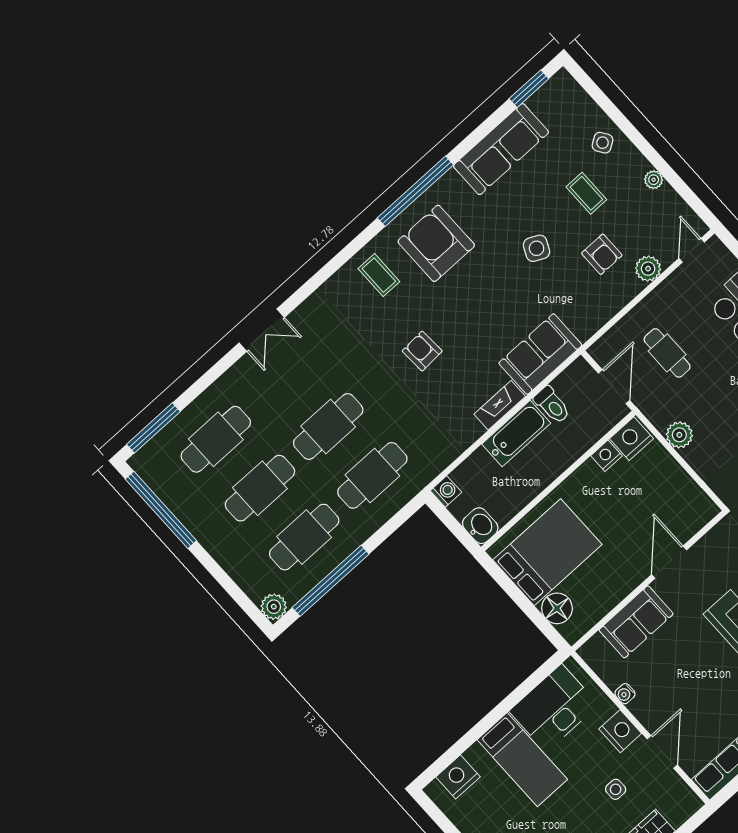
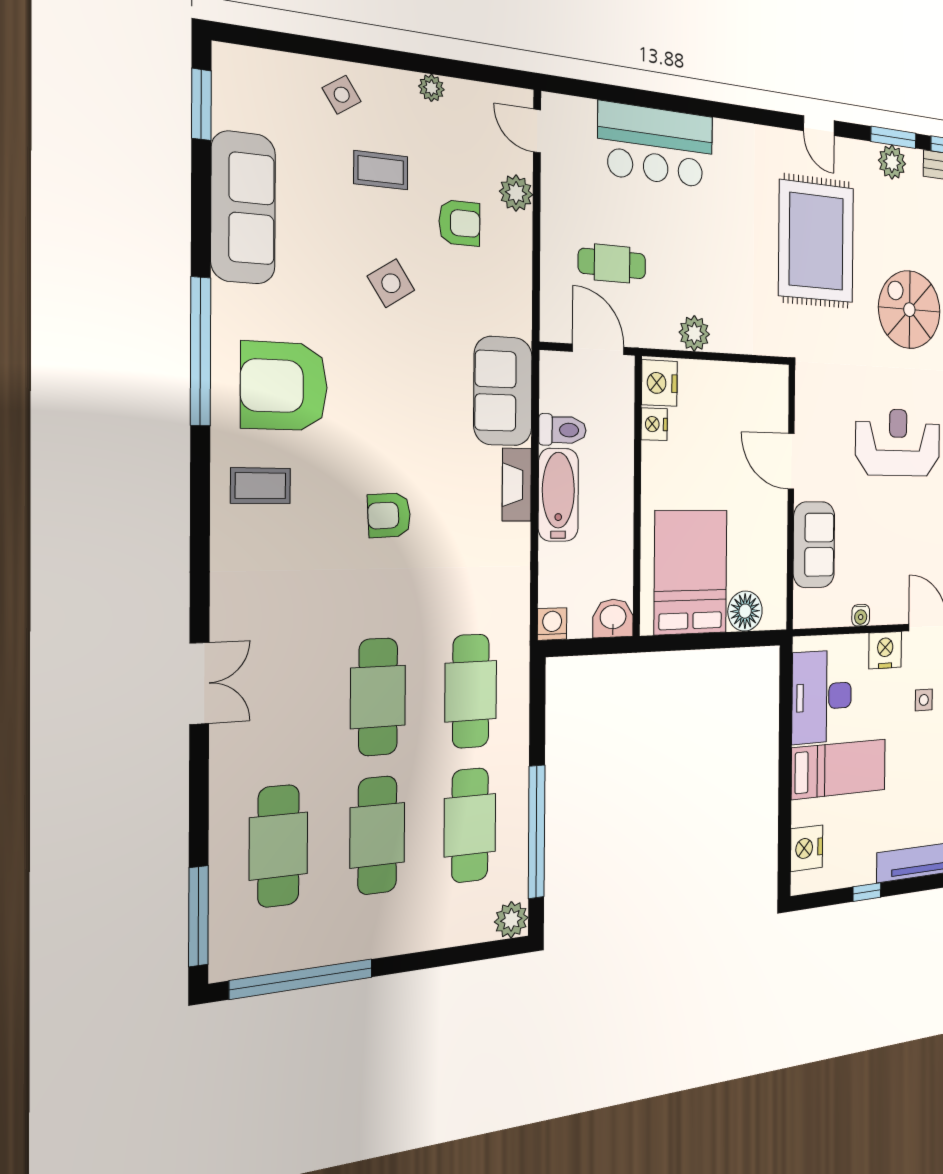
side table: (537, 248) -> (391, 283), turned 31

